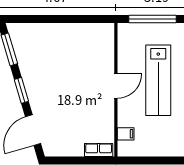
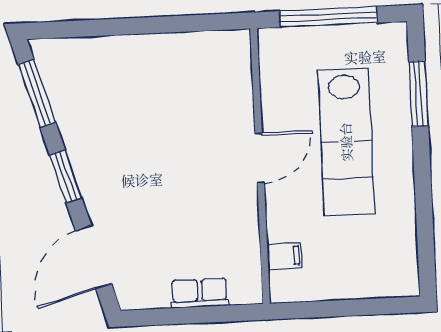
row of seats: (99, 150) -> (199, 293), moved

